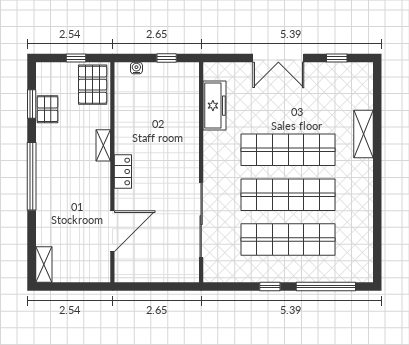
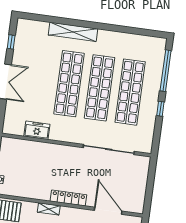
freezer: (215, 106) -> (37, 130), width x0.71
shelving: (363, 134) -> (73, 32), width x1.47
locker: (123, 171) -> (68, 198), width x1.53

